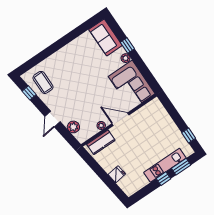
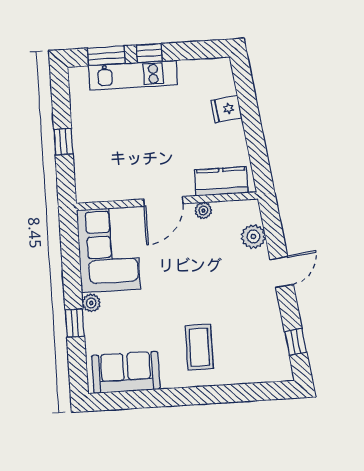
sofa: (106, 37) -> (126, 372), moved, turned -90
coffee table: (43, 82) -> (199, 347), moved
door: (120, 119) -> (163, 201), hinge flipped
window: (189, 136) -> (63, 142), moved

